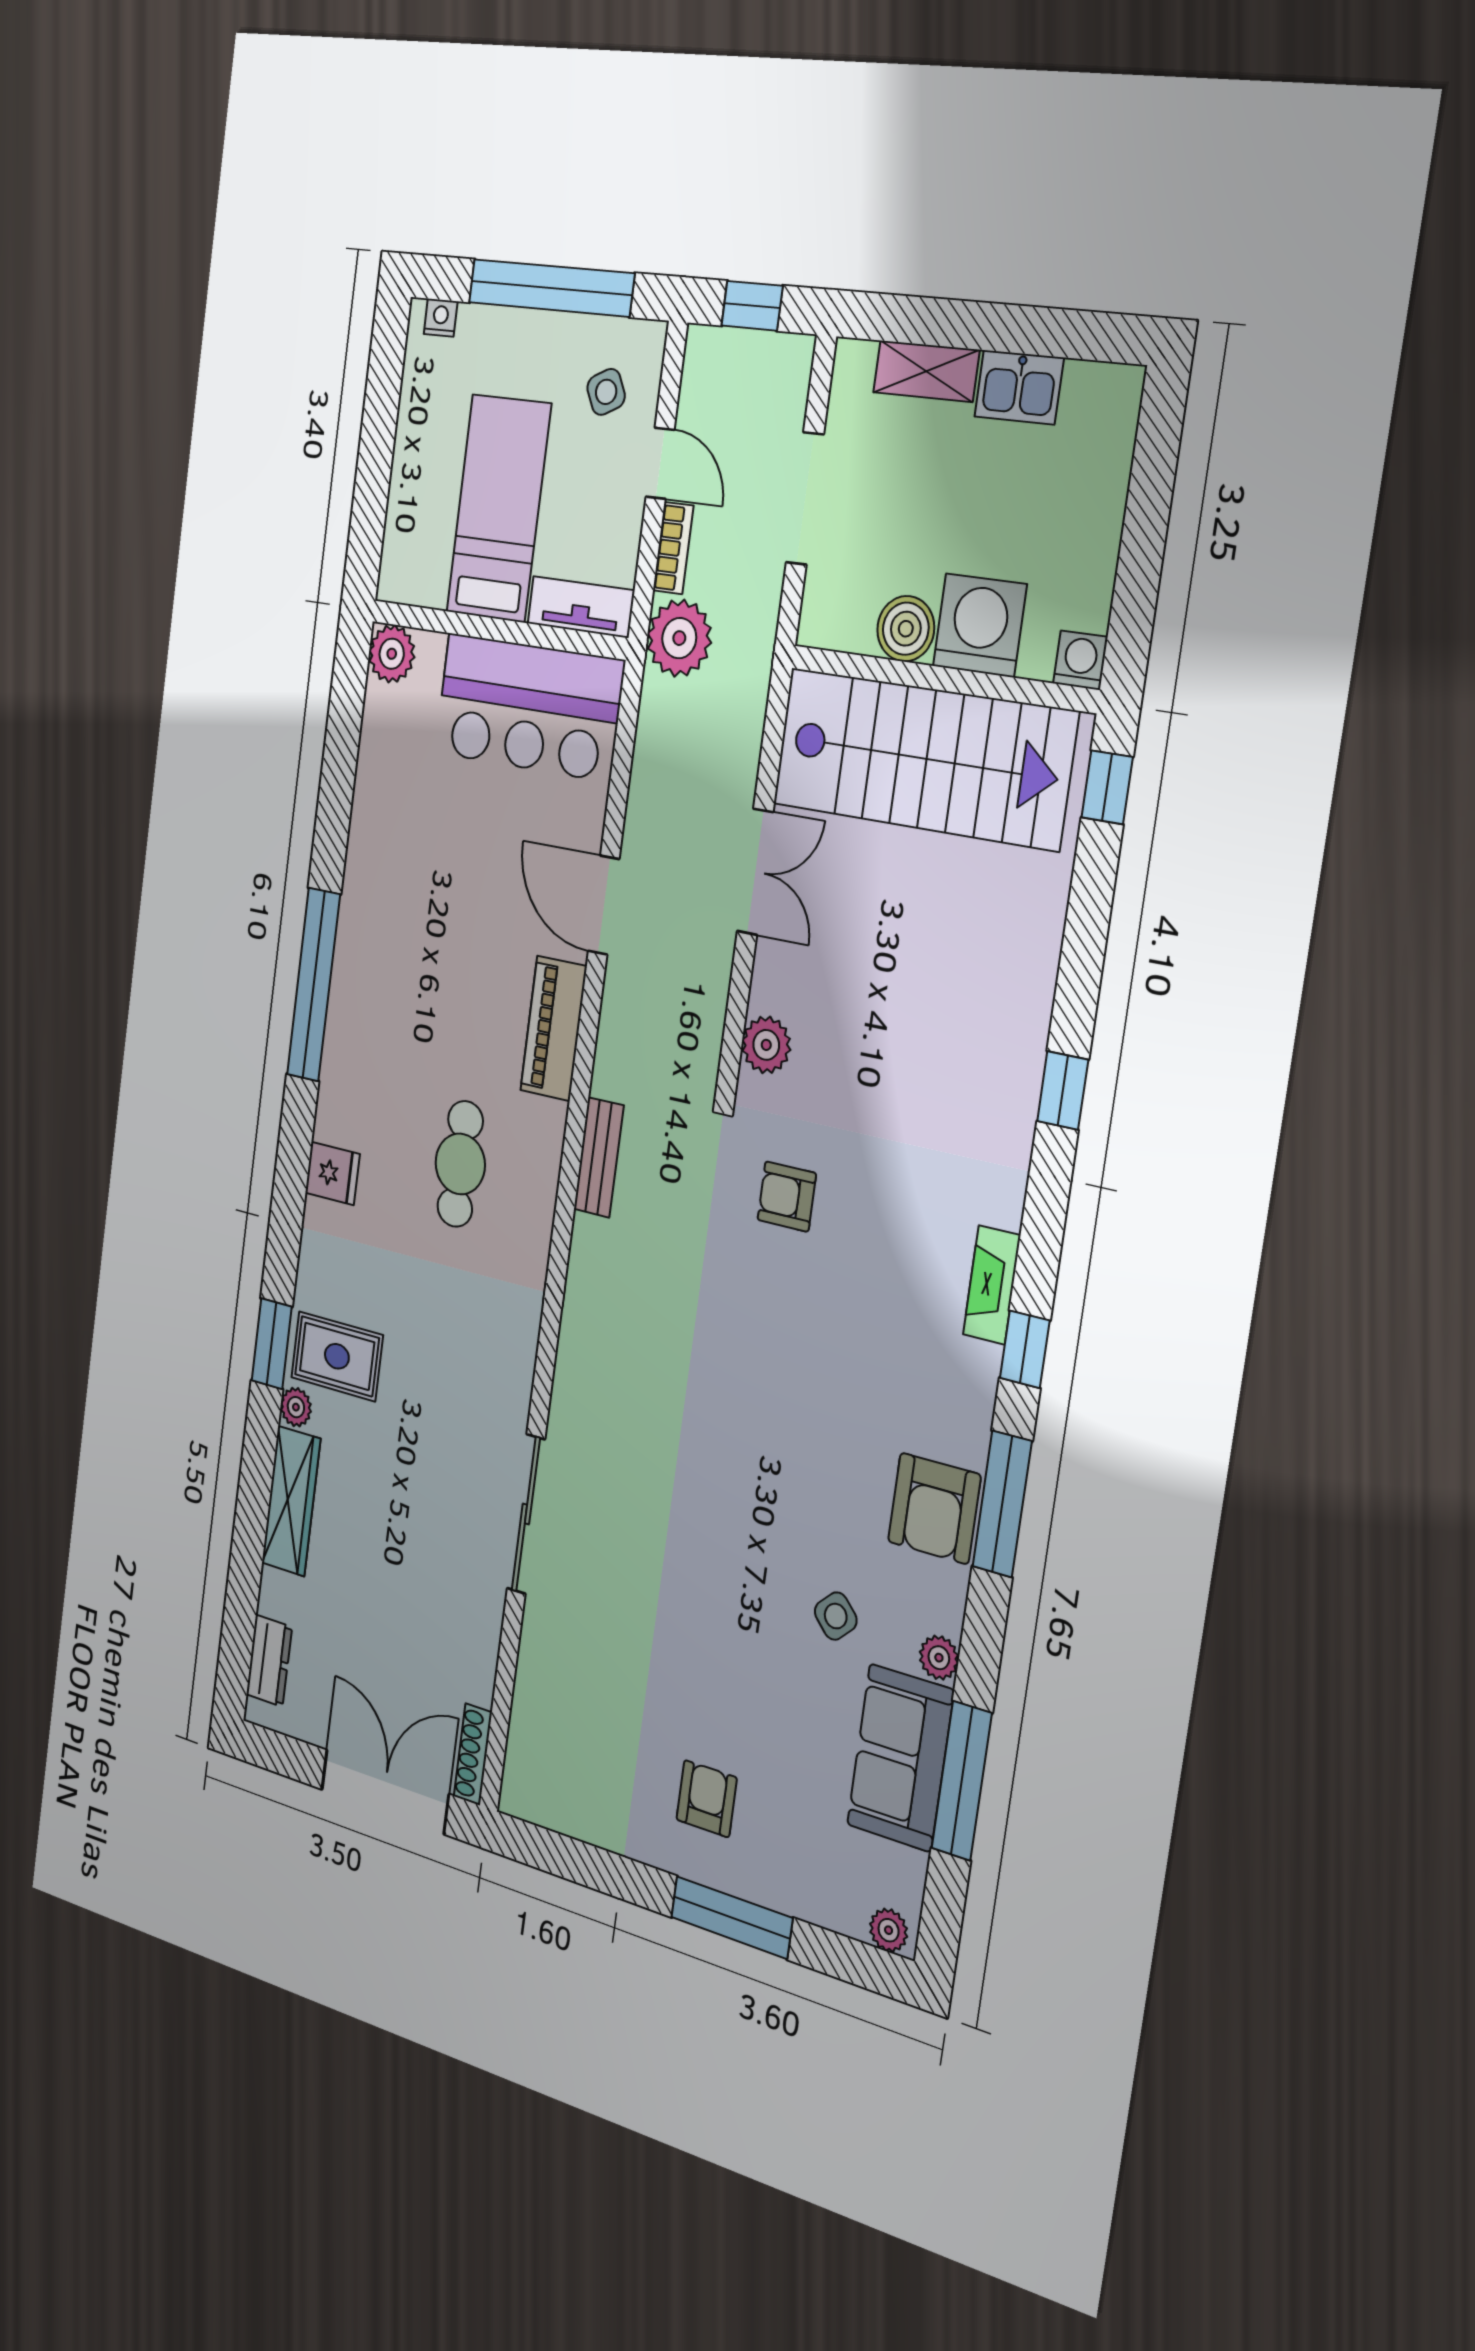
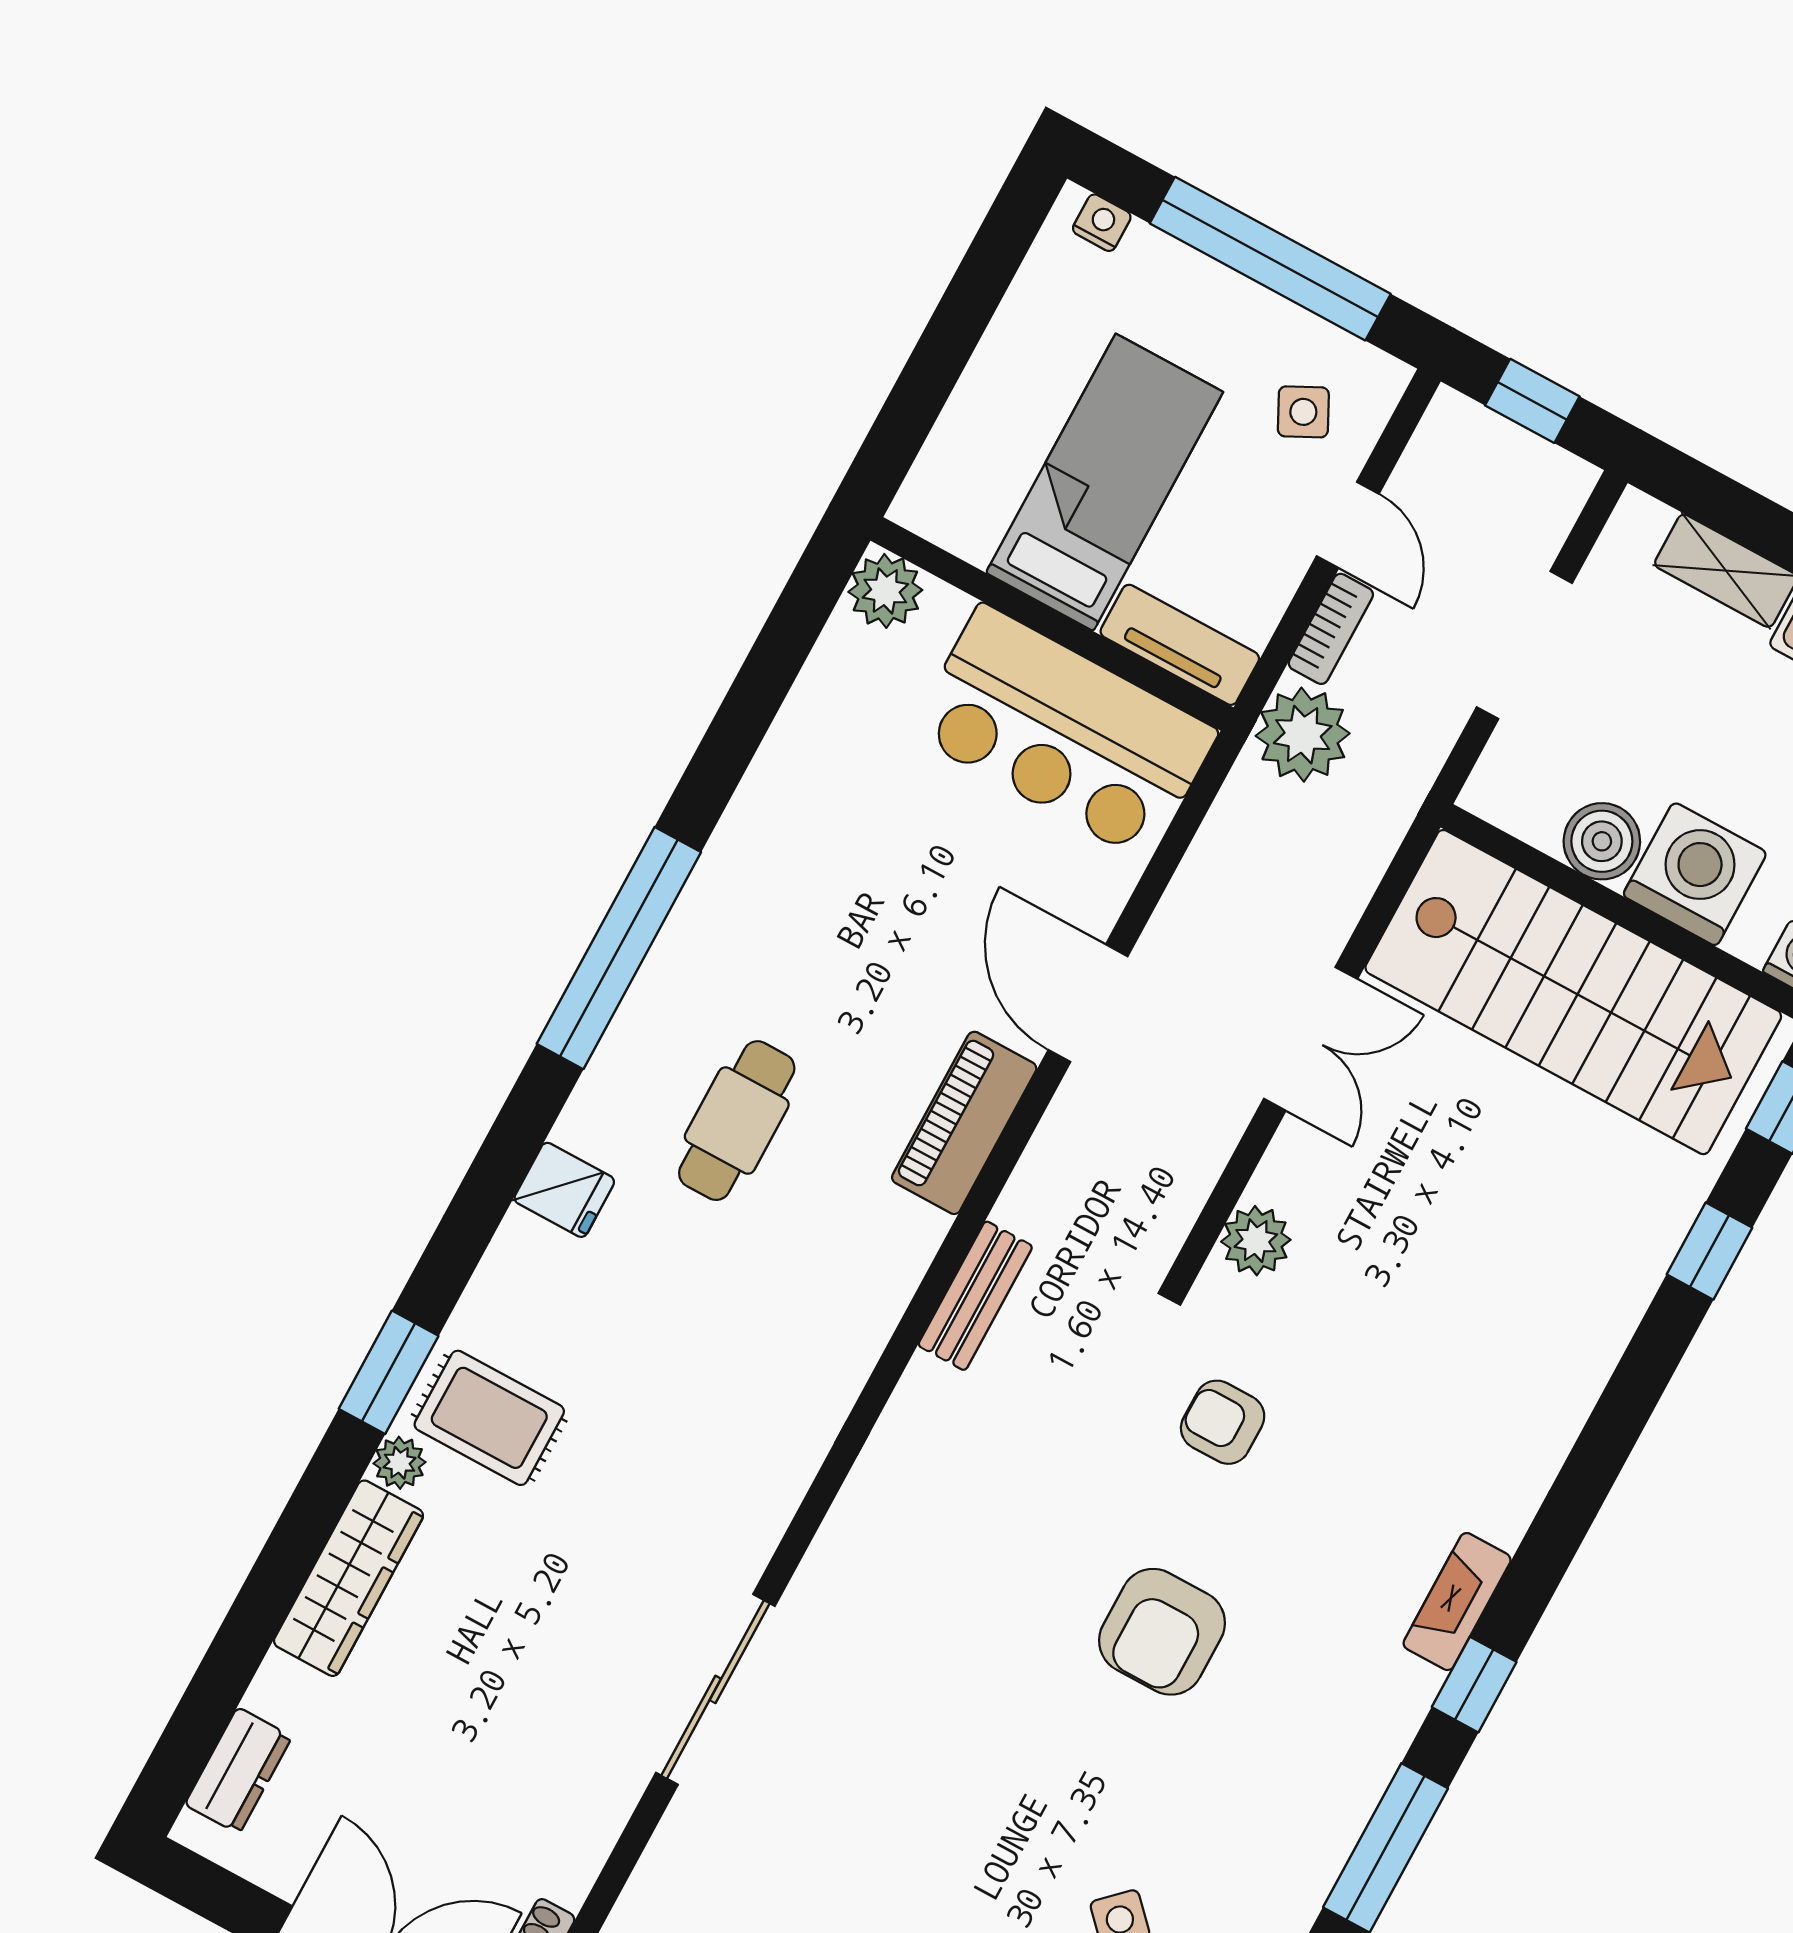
window: (1063, 1090) -> (1710, 1251), moved
cafe table: (460, 1164) -> (737, 1121), moved
armchair: (934, 1508) -> (1162, 1632), moved

